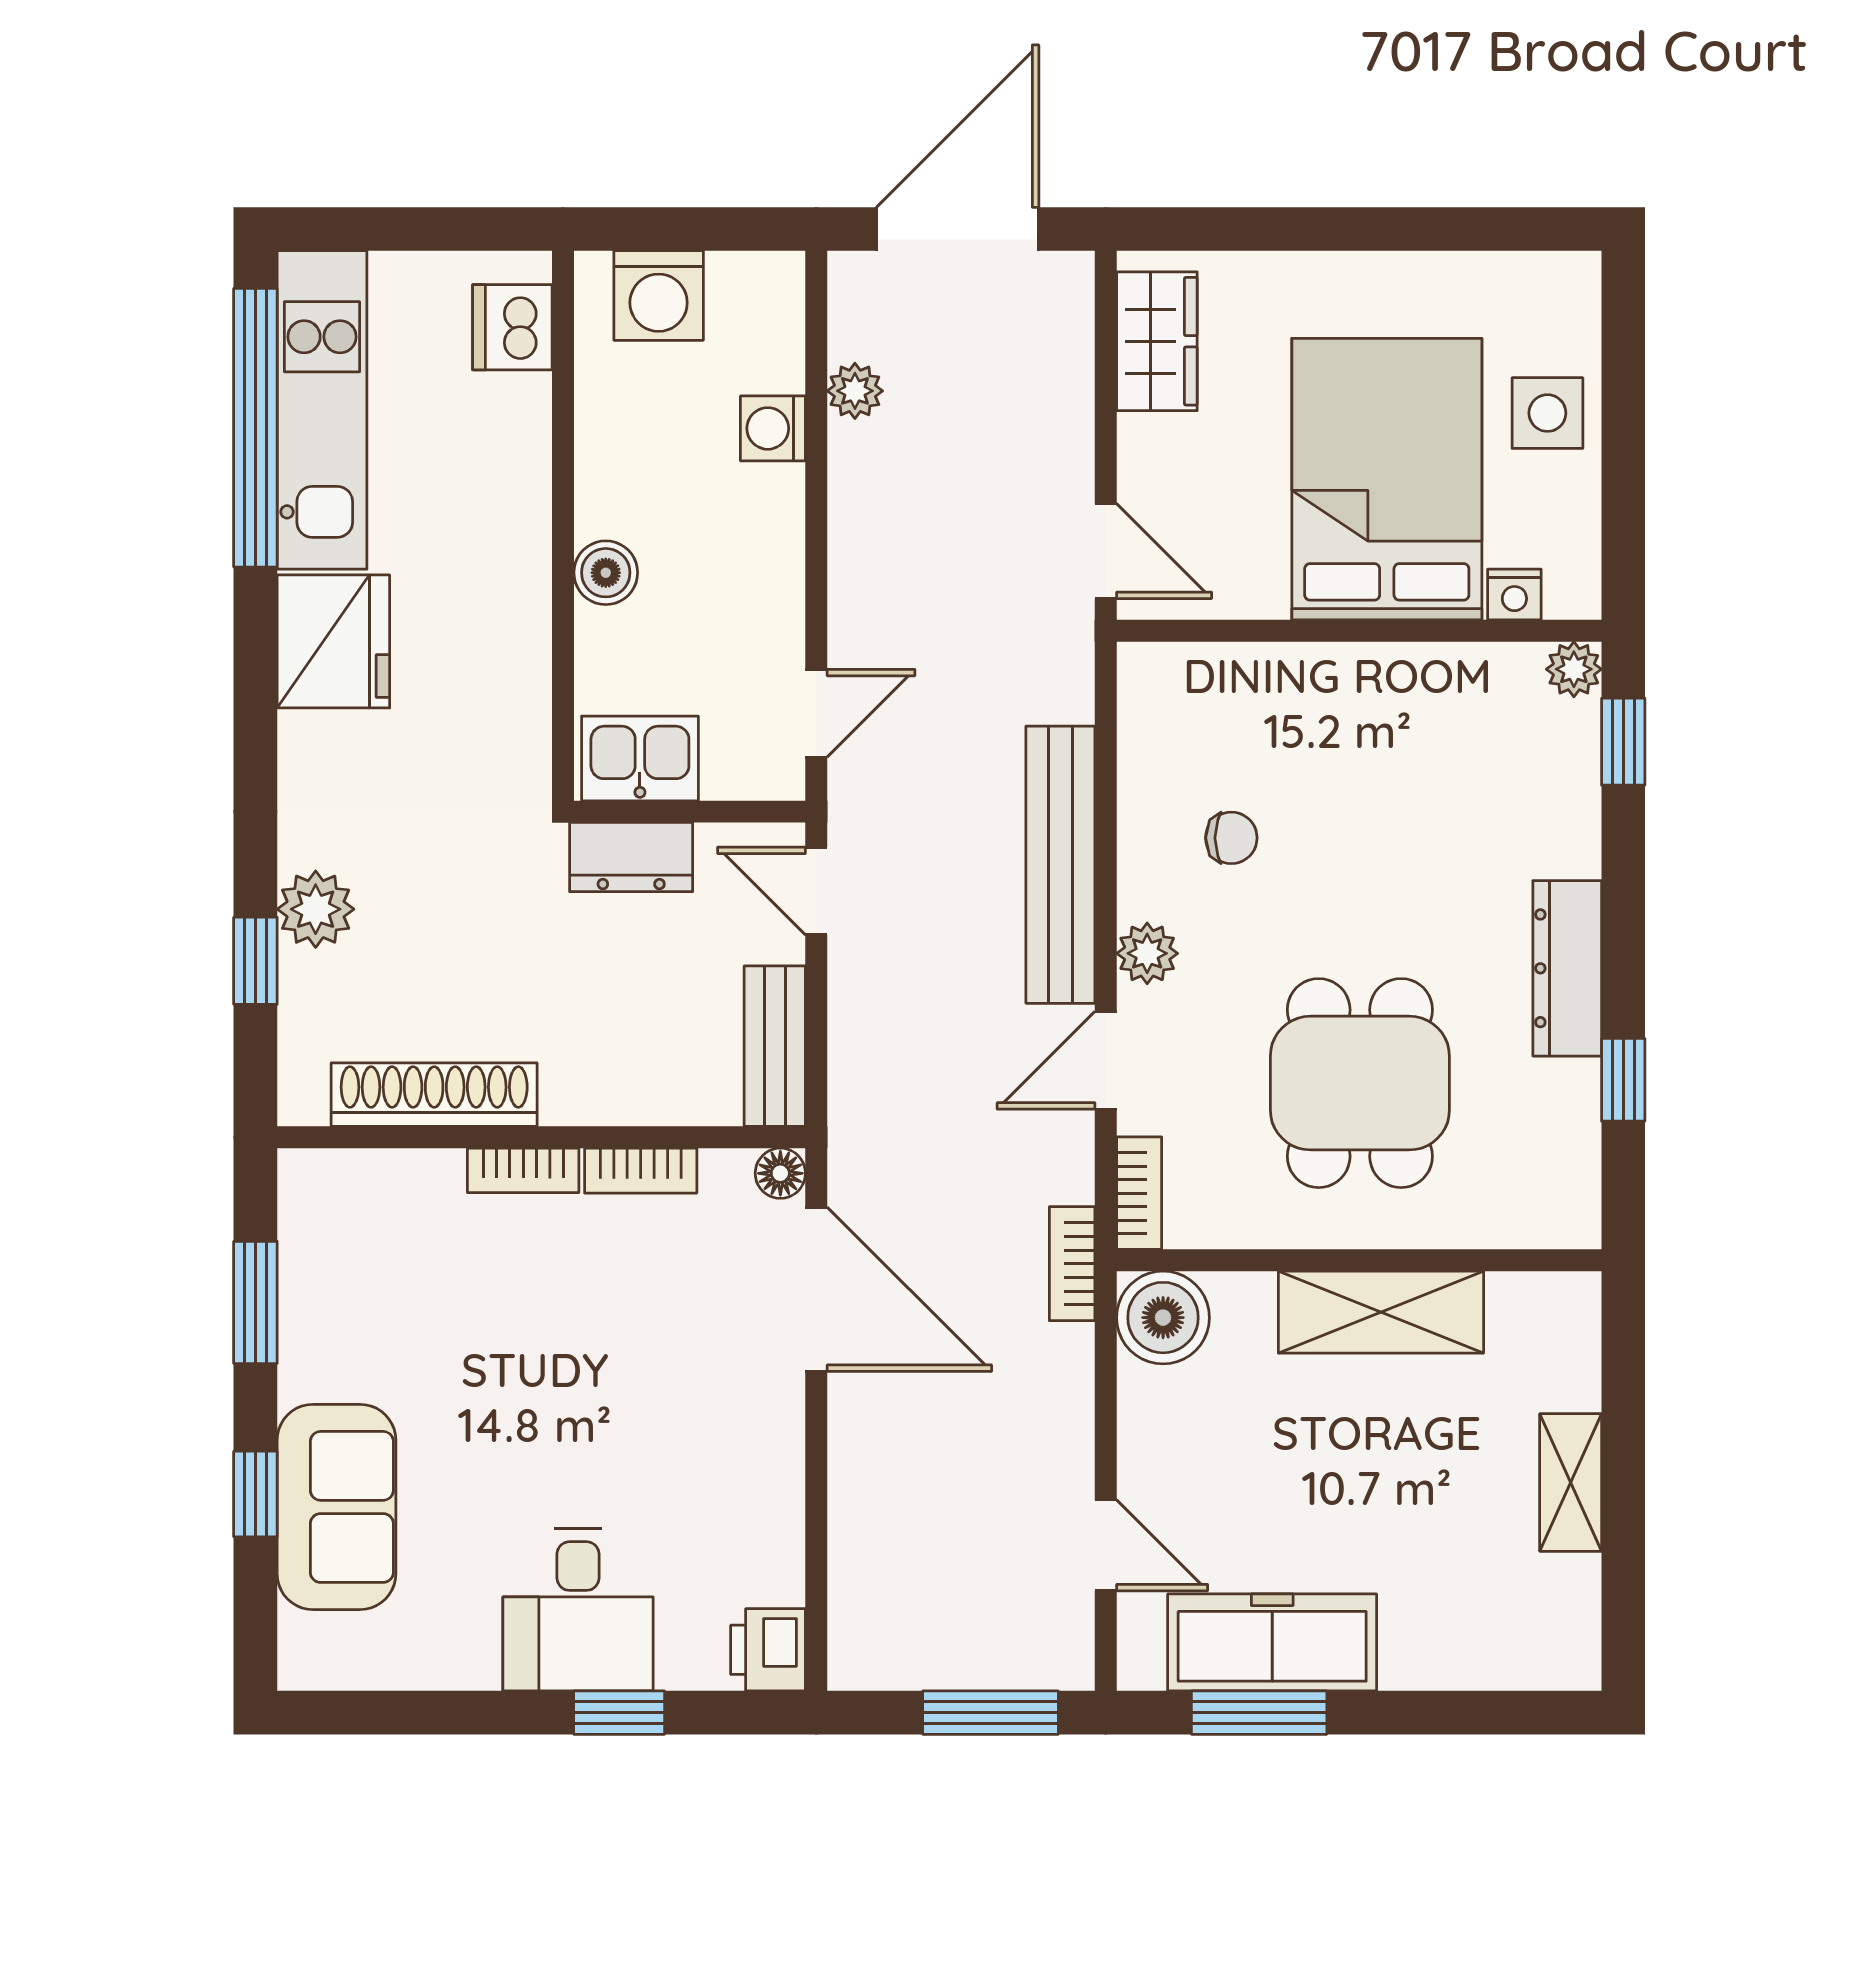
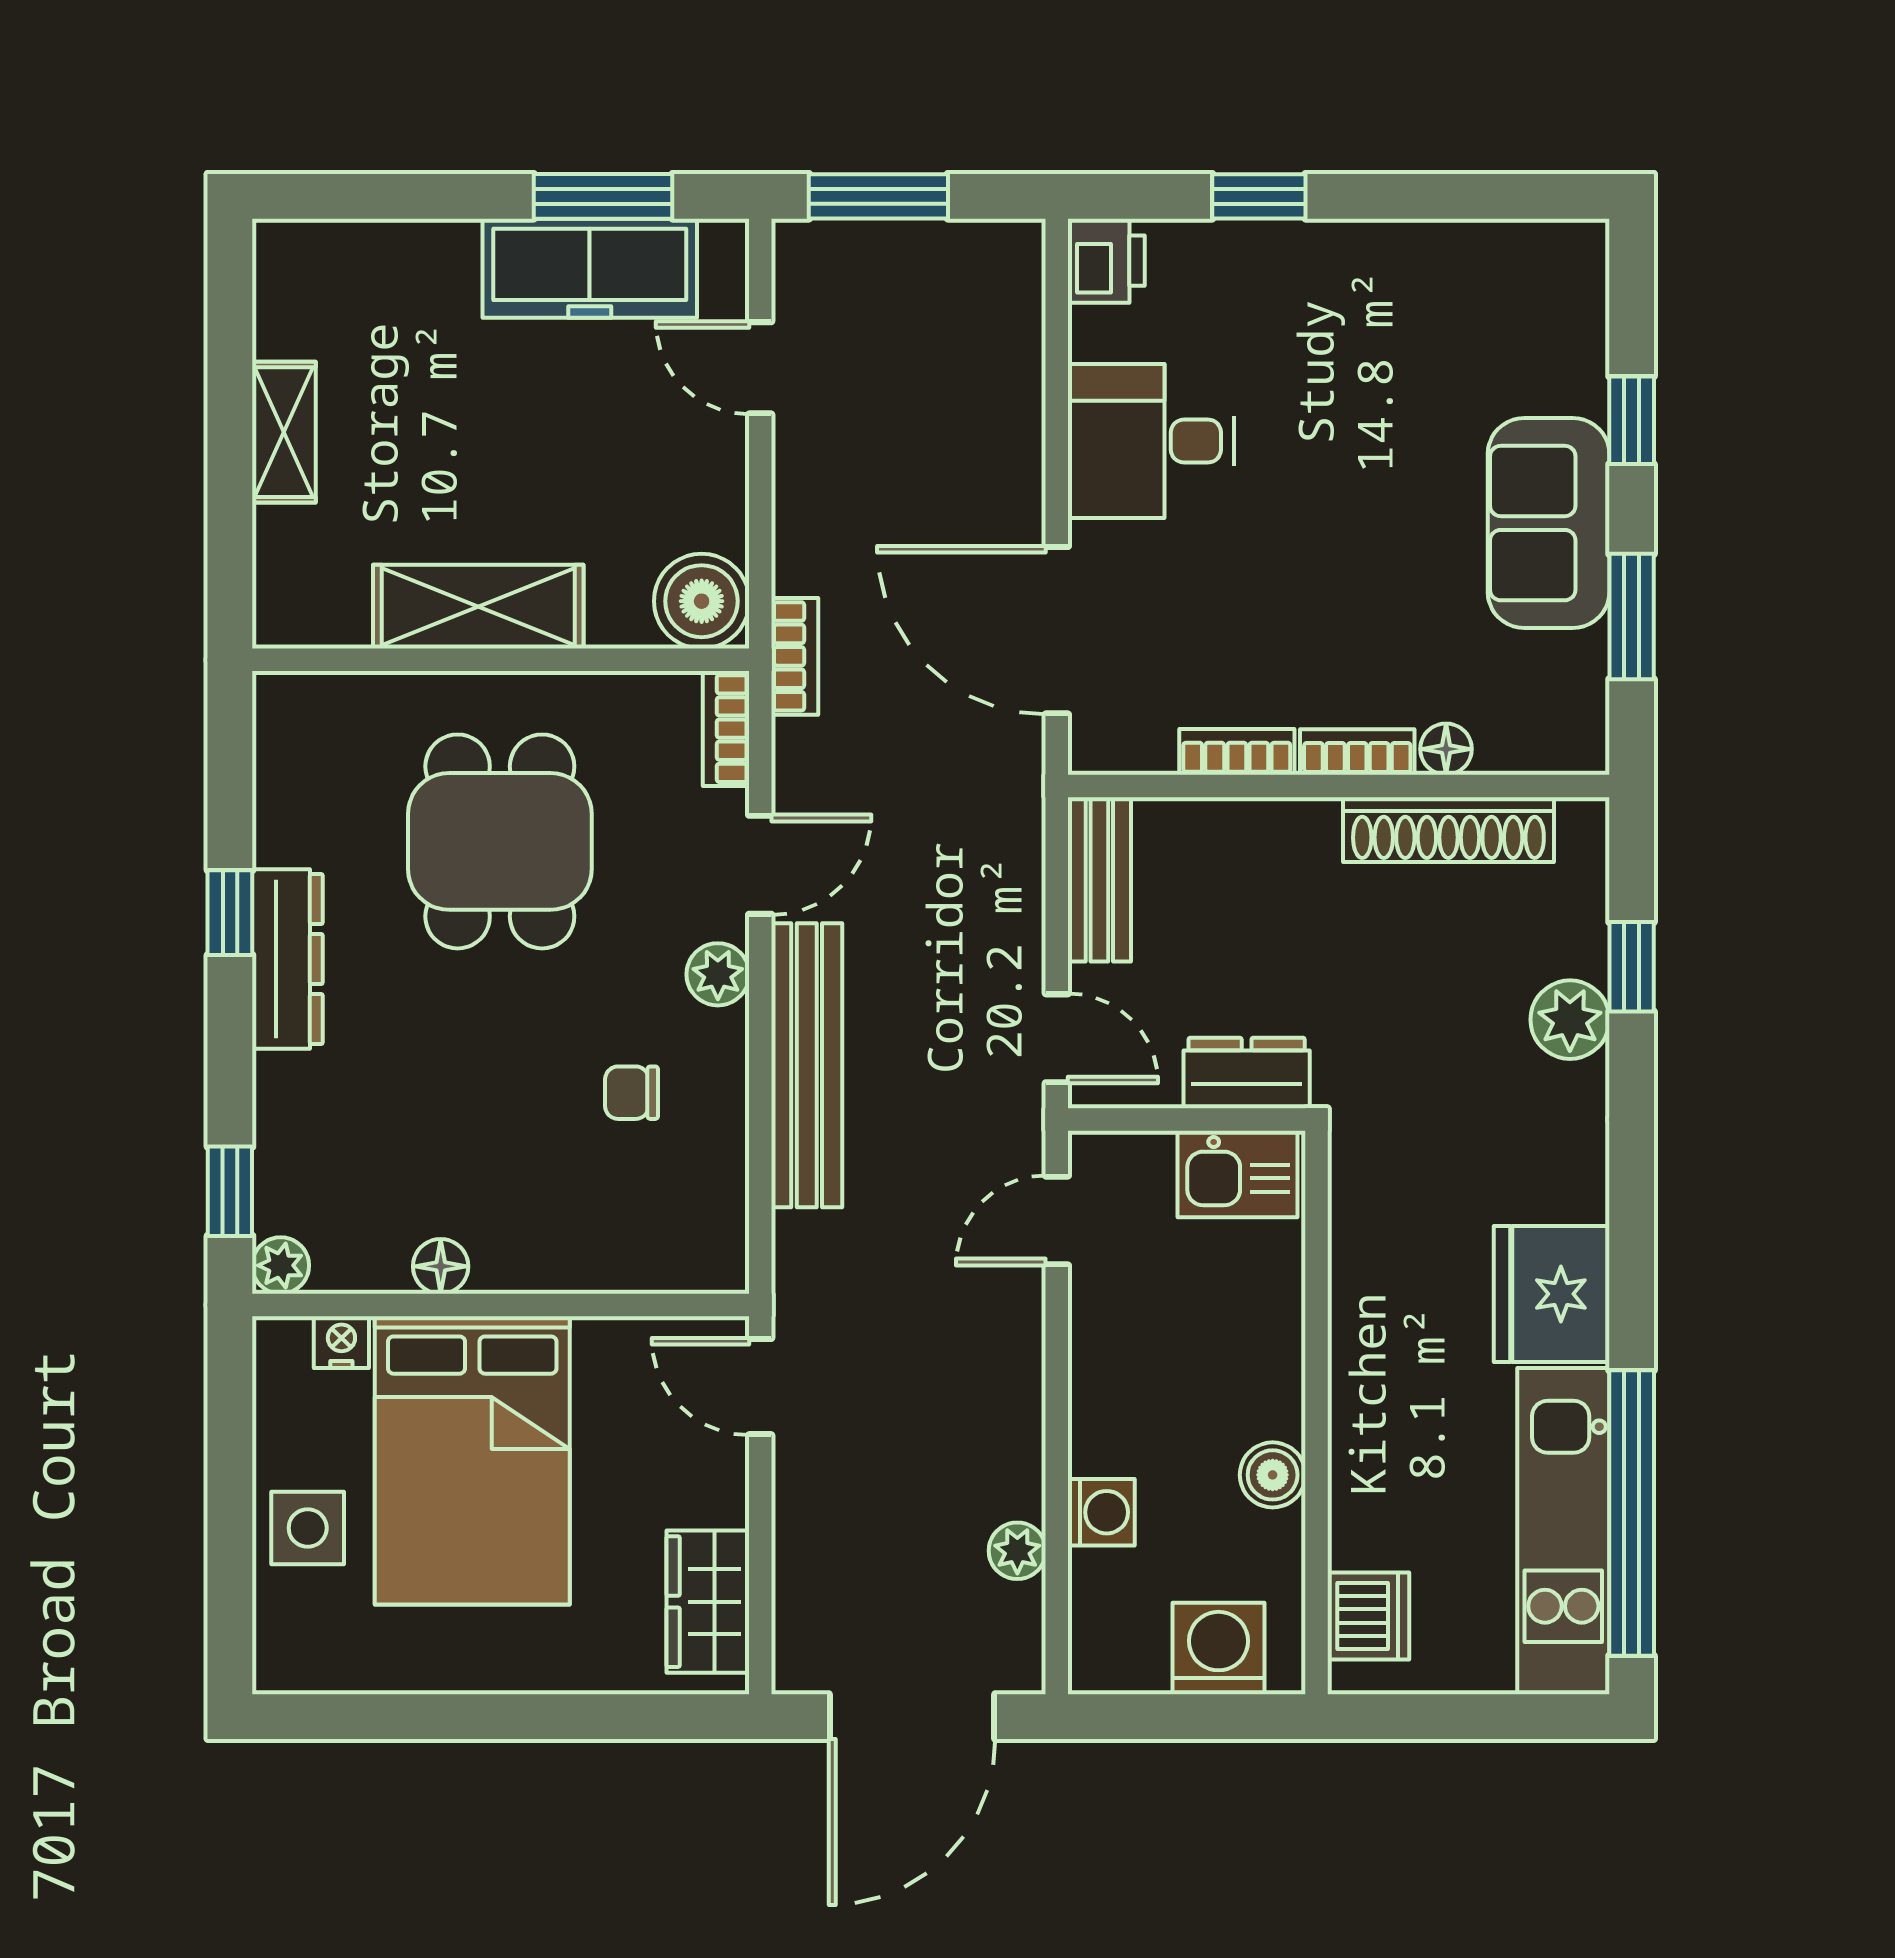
boiler: (606, 573) -> (1273, 1475), moved
floor lamp: (1418, 668) -> (441, 1266), added
window: (1623, 1080) -> (230, 913), moved
floor lamp: (780, 1173) -> (1446, 749), moved
sofa: (336, 1507) -> (1549, 523), moved
desk: (578, 1610) -> (1151, 441), moved, turned -90

